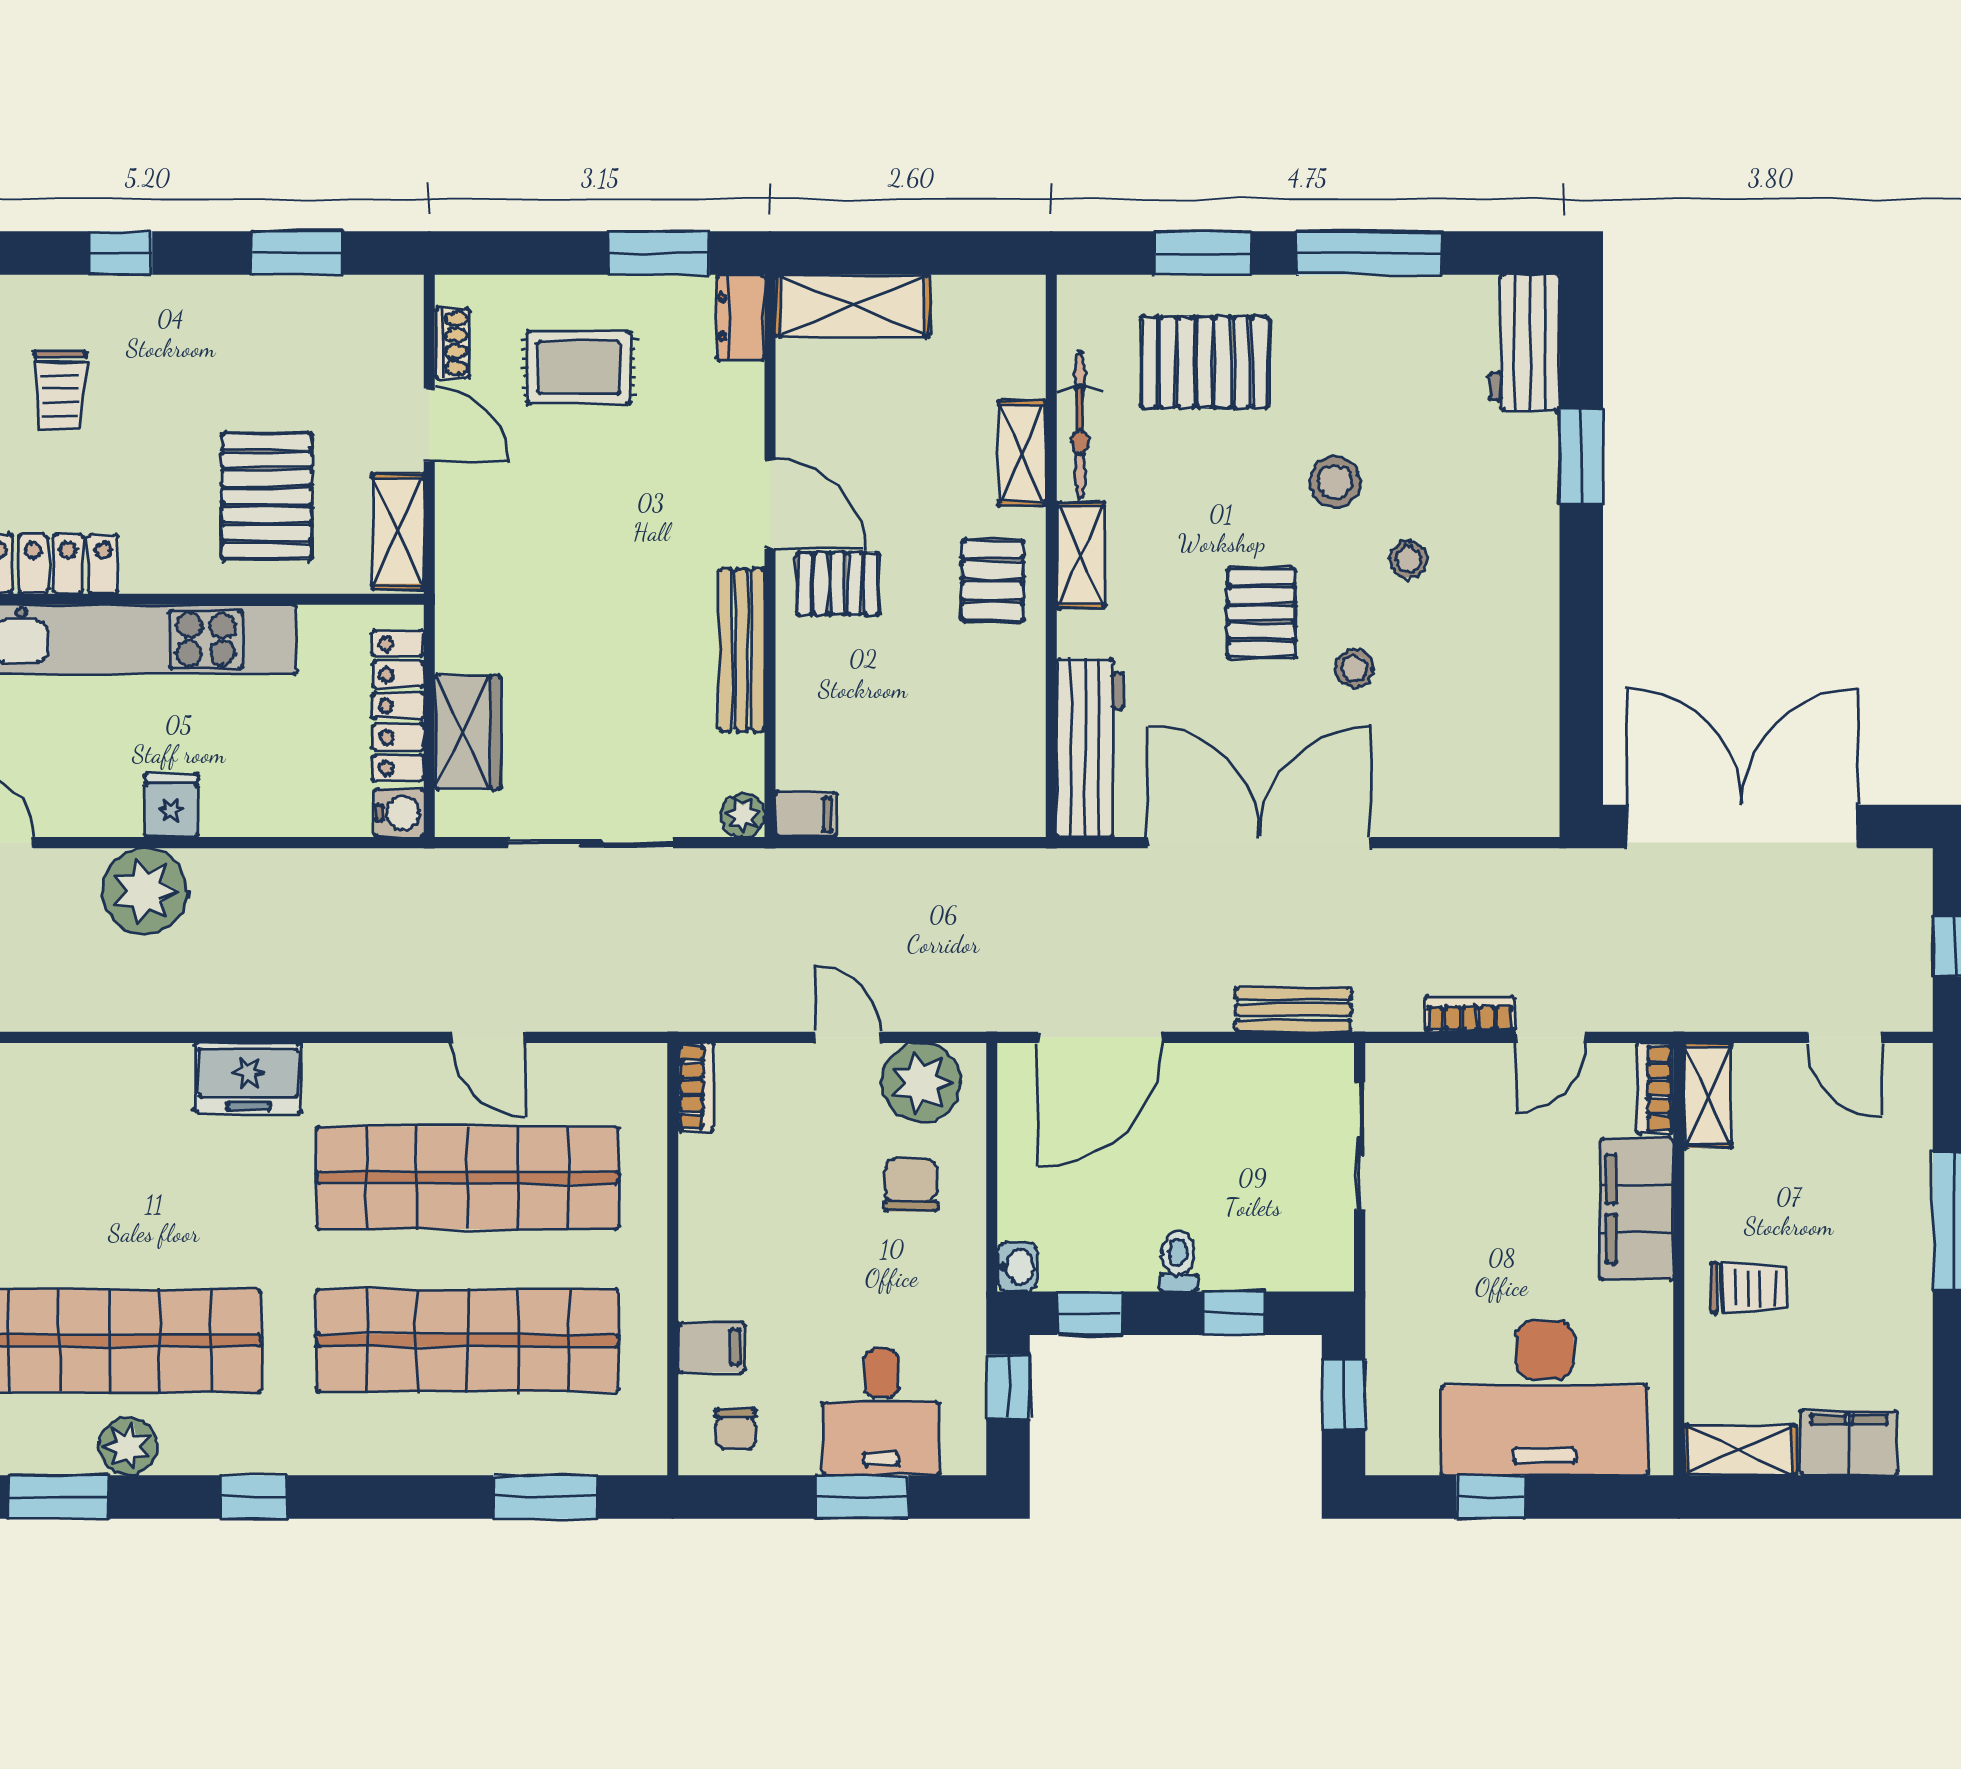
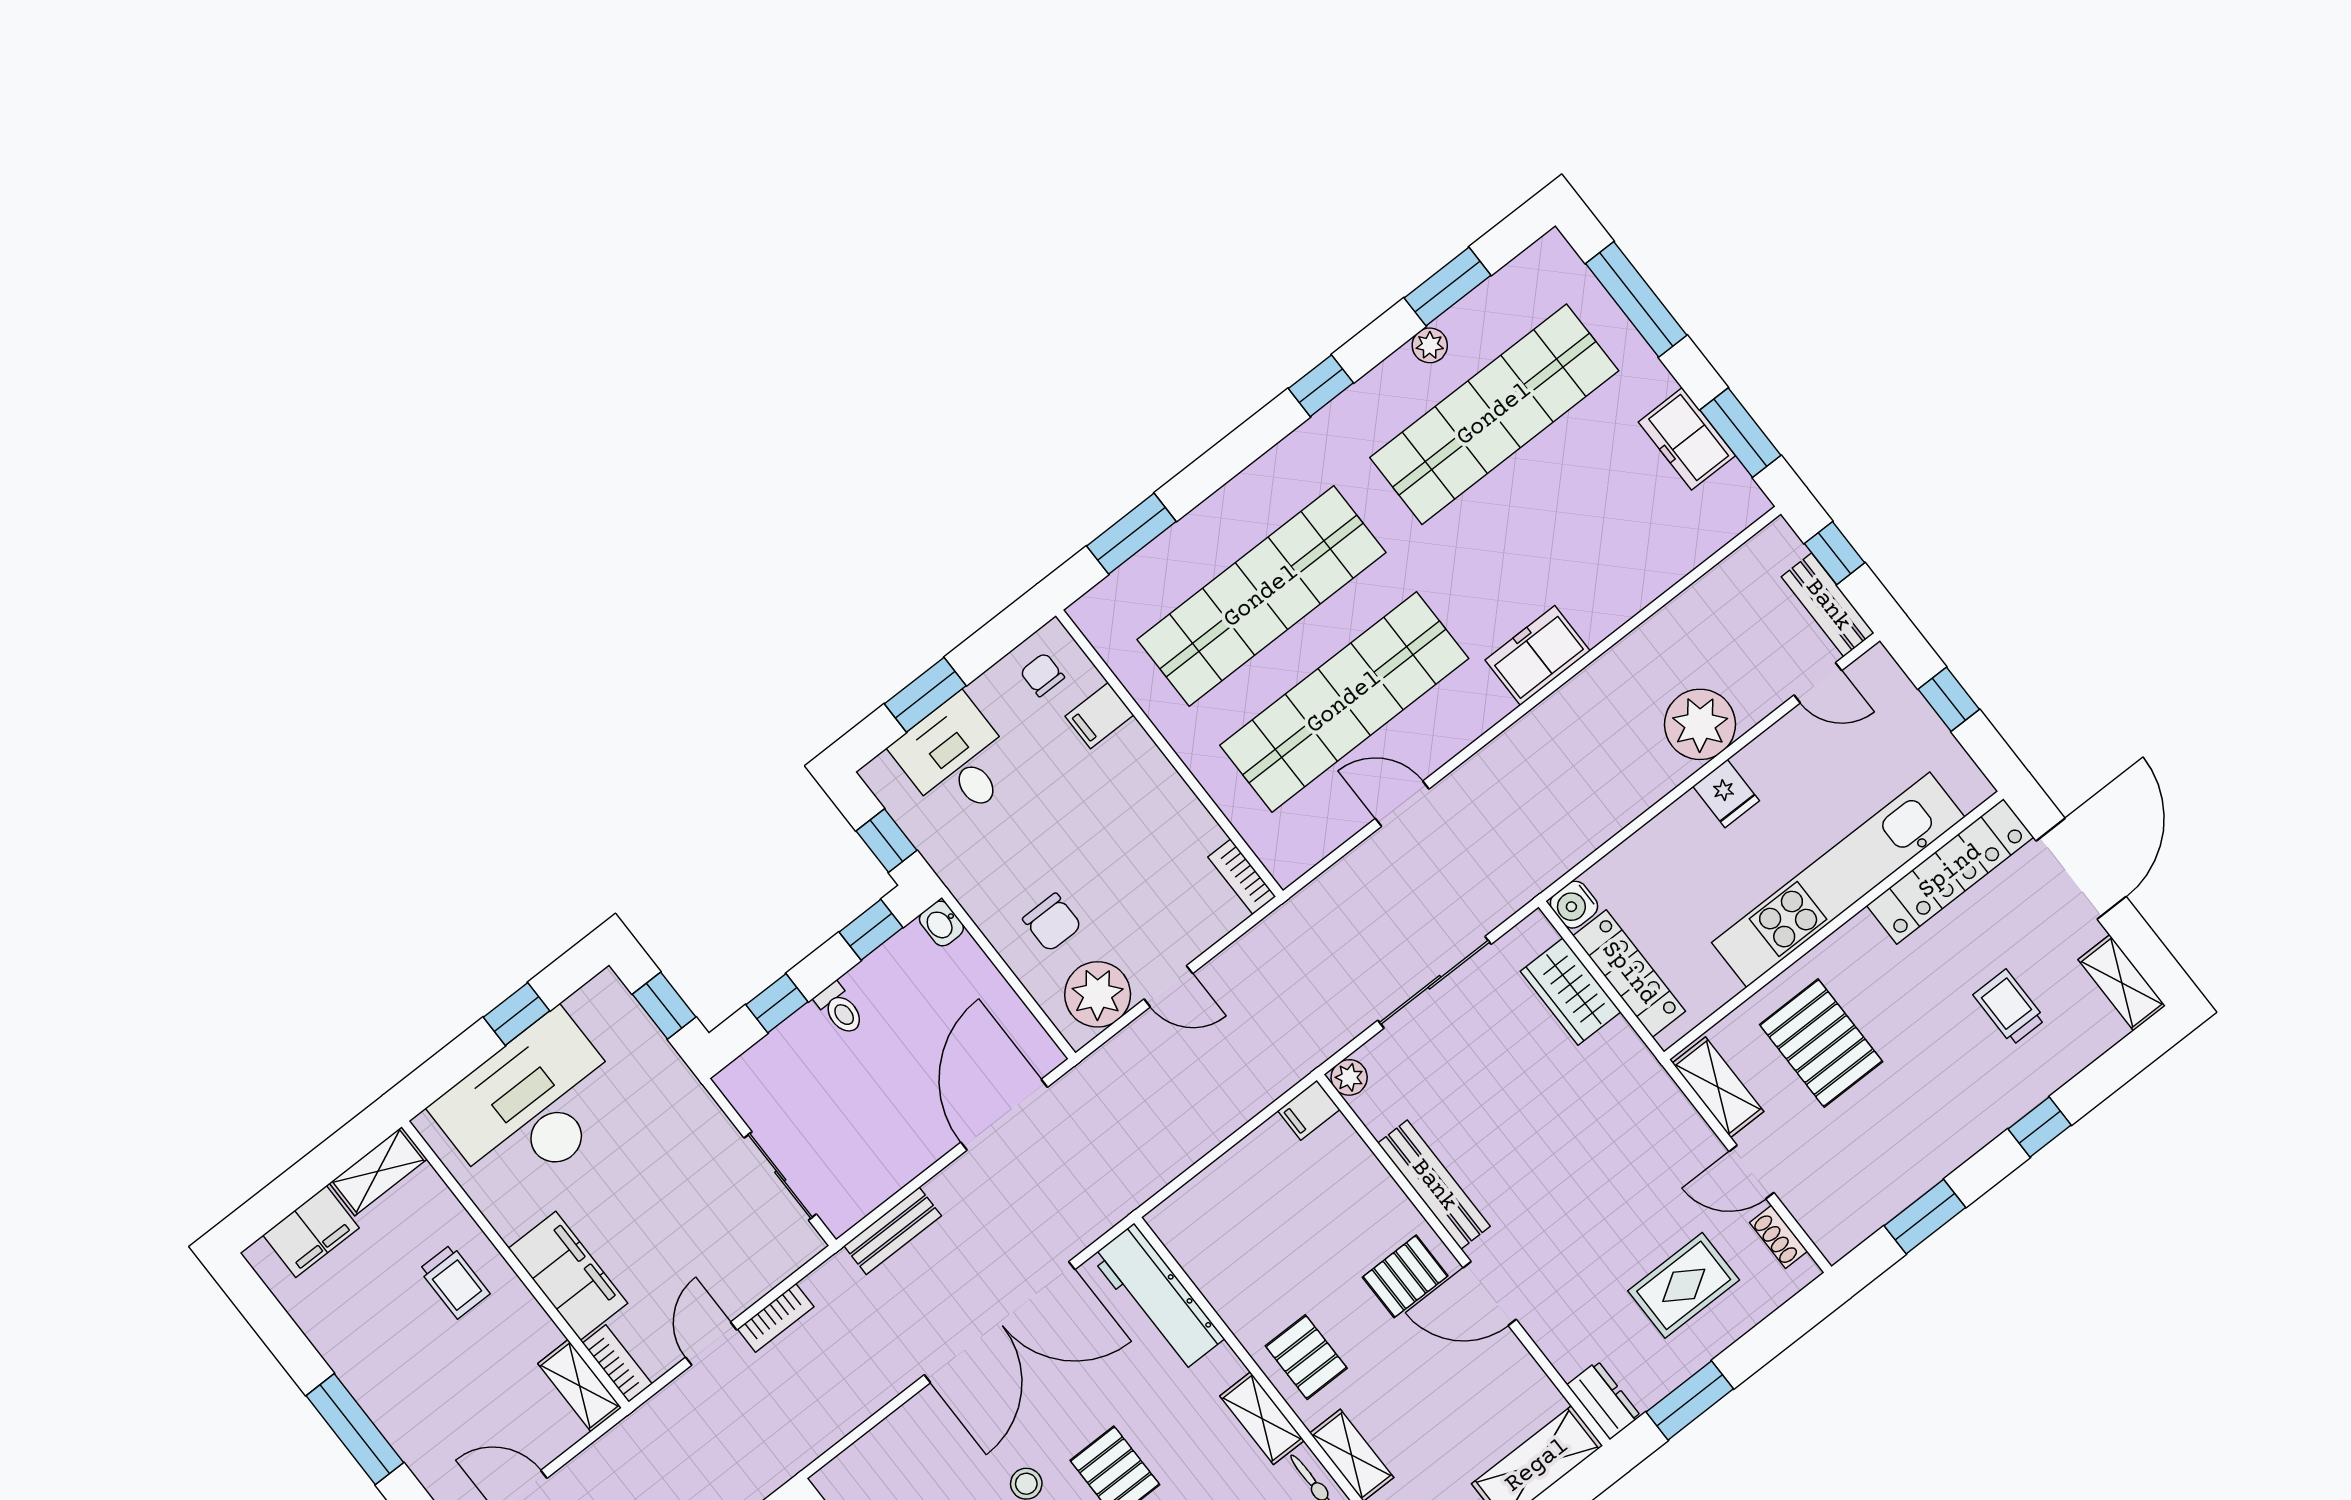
trolley: (1749, 1288) -> (454, 1282), turned -90
plant: (128, 1446) -> (1430, 345), width x0.73, depth x0.73

